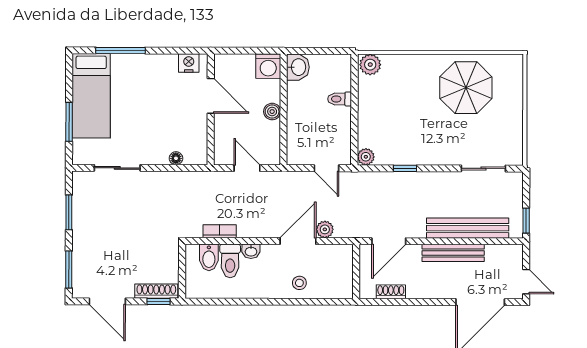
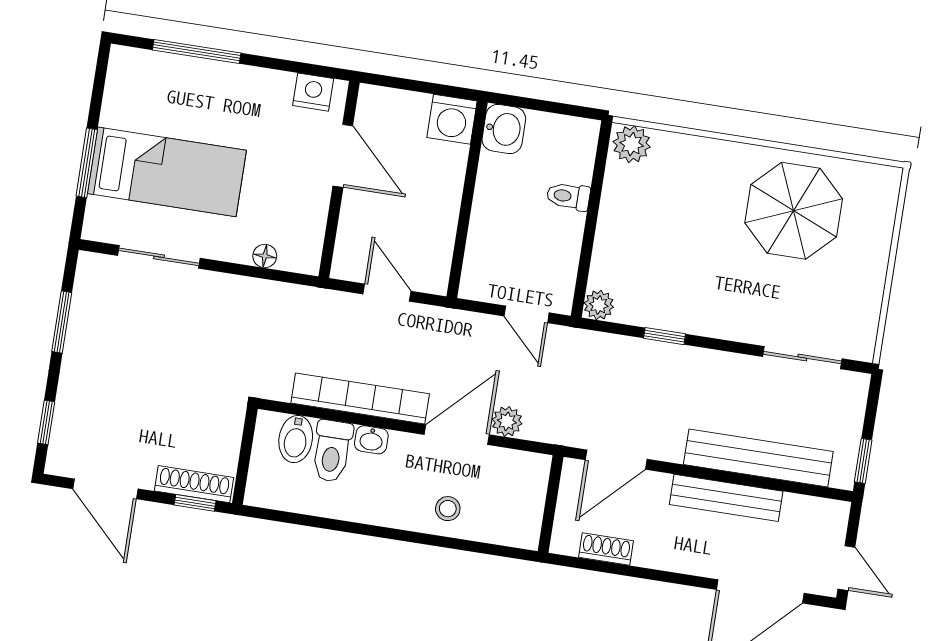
bed: (91, 96) -> (167, 172), moved, turned -90
boiler: (272, 112) -> (446, 200), removed
bookcase: (220, 231) -> (360, 398), width x2.31, depth x1.31
window: (69, 270) -> (46, 422), width x0.67

